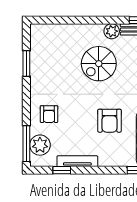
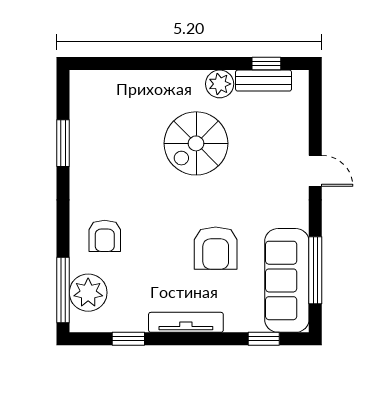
tv unit: (77, 161) -> (186, 322), moved

